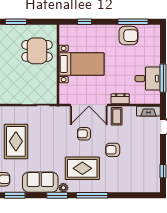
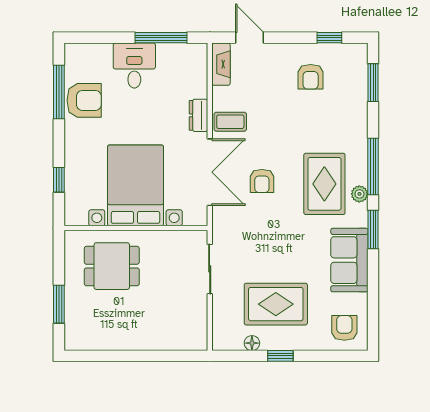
armchair: (128, 36) -> (84, 100), turned 90
dining table: (37, 51) -> (112, 266), turned 90
bed with nightstands: (82, 64) -> (135, 185), width x1.36
desk: (148, 79) -> (134, 65), moved
armchair: (113, 150) -> (311, 77), moved
plant: (63, 188) -> (359, 194), moved
window: (15, 195) -> (373, 83), moved

